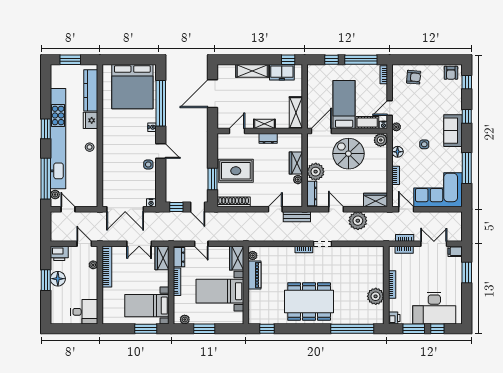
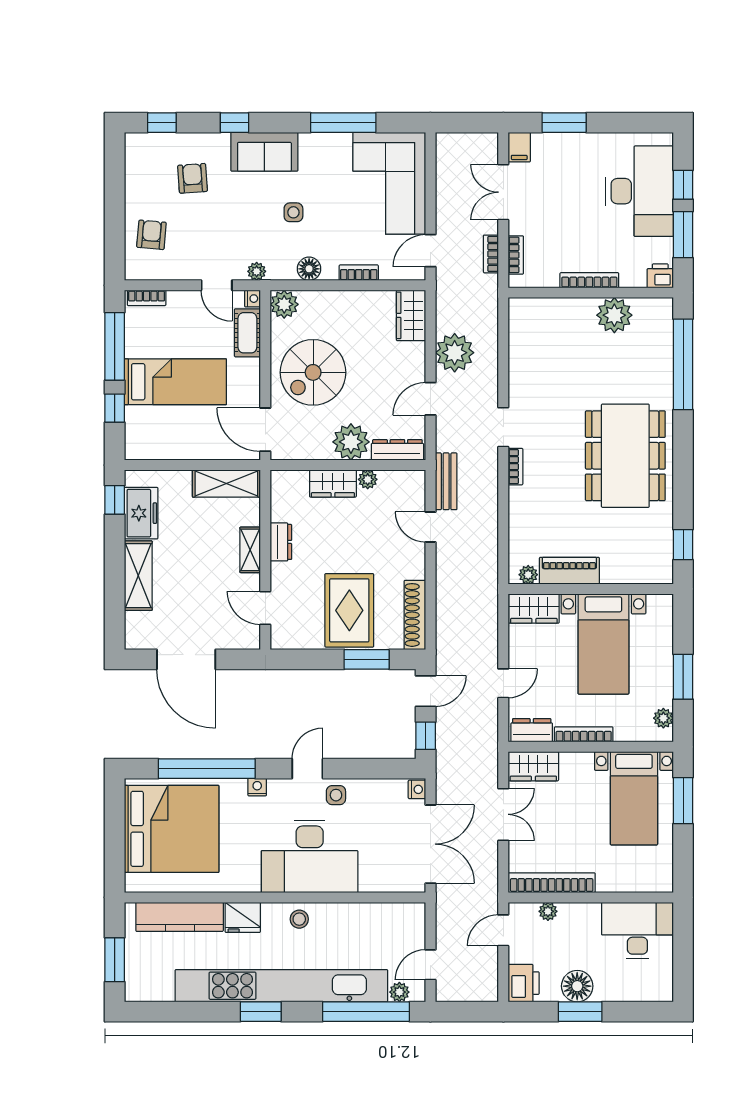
armchair: (451, 73) -> (193, 178), moved, turned -94
bed: (344, 105) -> (175, 382), moved, turned 180
desk: (119, 152) -> (310, 856), added
desk: (84, 312) -> (637, 930), width x1.37

